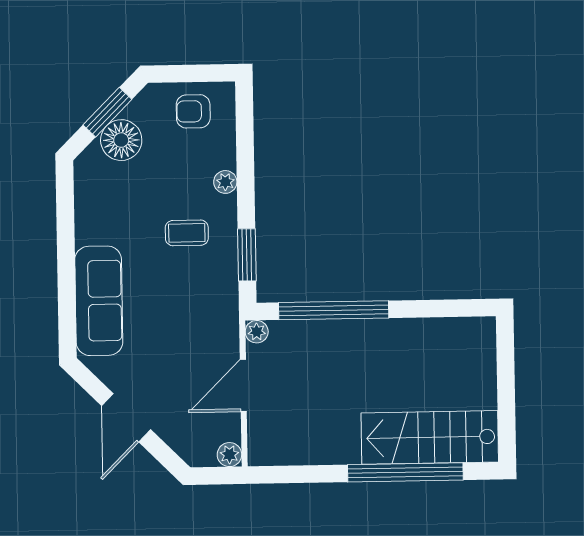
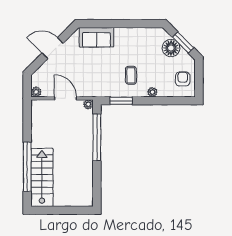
sofa: (99, 301) -> (96, 37), width x0.73

